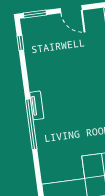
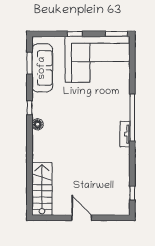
window: (35, 14) -> (115, 218), removed

